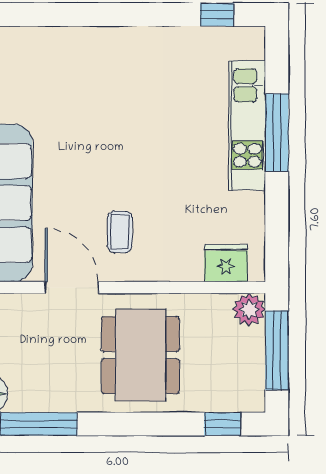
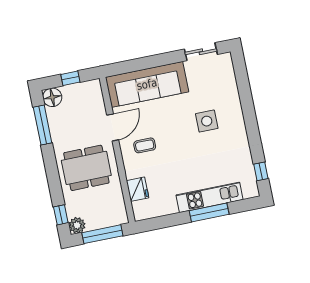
side table: (97, 101) -> (207, 121), added
fridge: (226, 263) -> (138, 189), moved
plant: (249, 309) -> (77, 225), moved

